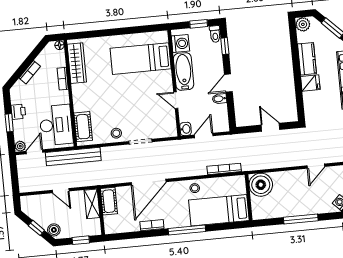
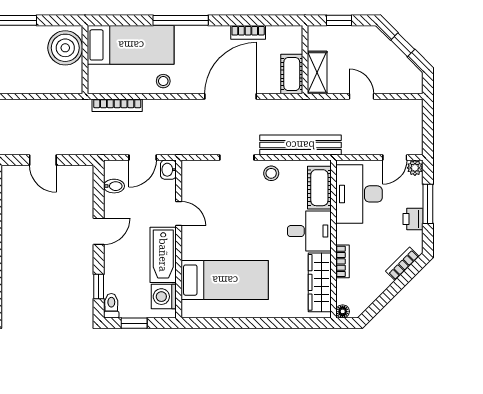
bookcase: (30, 72) -> (402, 264), moved
desk: (87, 97) -> (309, 231), added
bidet: (219, 99) -> (114, 186), moved
window: (9, 123) -> (428, 204), width x1.50
bench: (73, 157) -> (300, 145), moved
boiler: (261, 185) -> (65, 48), moved
bookcase: (152, 225) -> (248, 32), moved
boiler: (54, 230) -> (377, 39), removed

